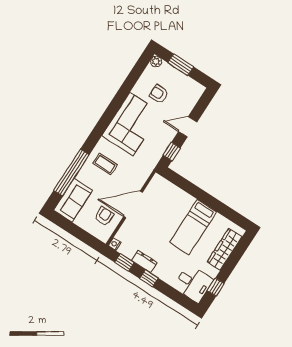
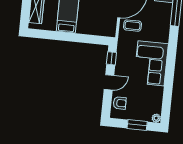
armchair: (159, 94) -> (120, 103), moved
coffee table: (105, 164) -> (133, 26), moved

